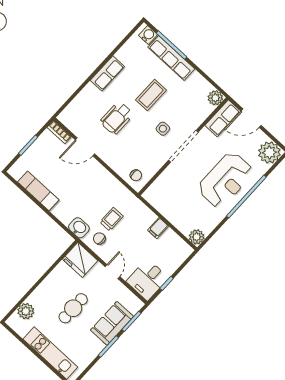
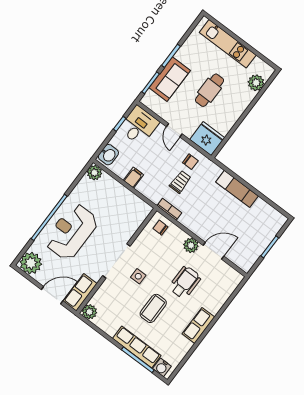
bookcase: (59, 132) -> (169, 209), moved
plant: (107, 154) -> (191, 245), added
exam couch: (38, 191) -> (237, 189), moved
trolley: (112, 219) -> (180, 182), turned 180
washbasin: (79, 228) -> (108, 155), moved, turned -90

